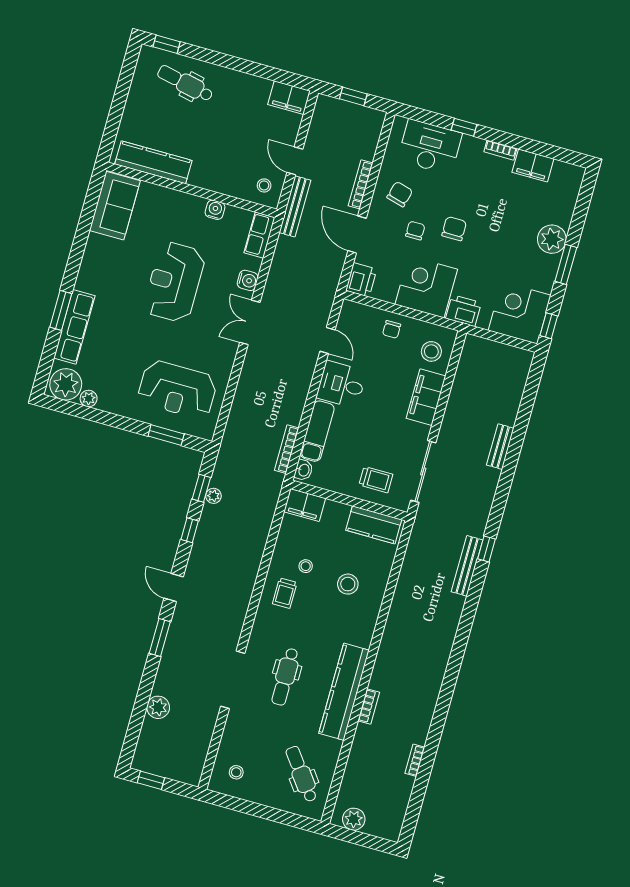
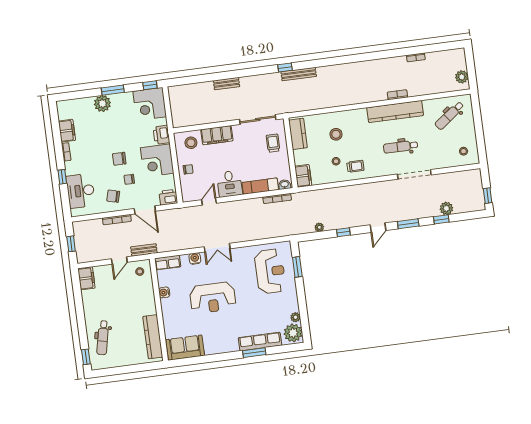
bench: (295, 206) -> (144, 250), width x0.73
door: (357, 235) -> (145, 210), hinge flipped
window: (201, 488) -> (441, 219), moved
dental chair: (285, 677) -> (401, 147), turned 180

